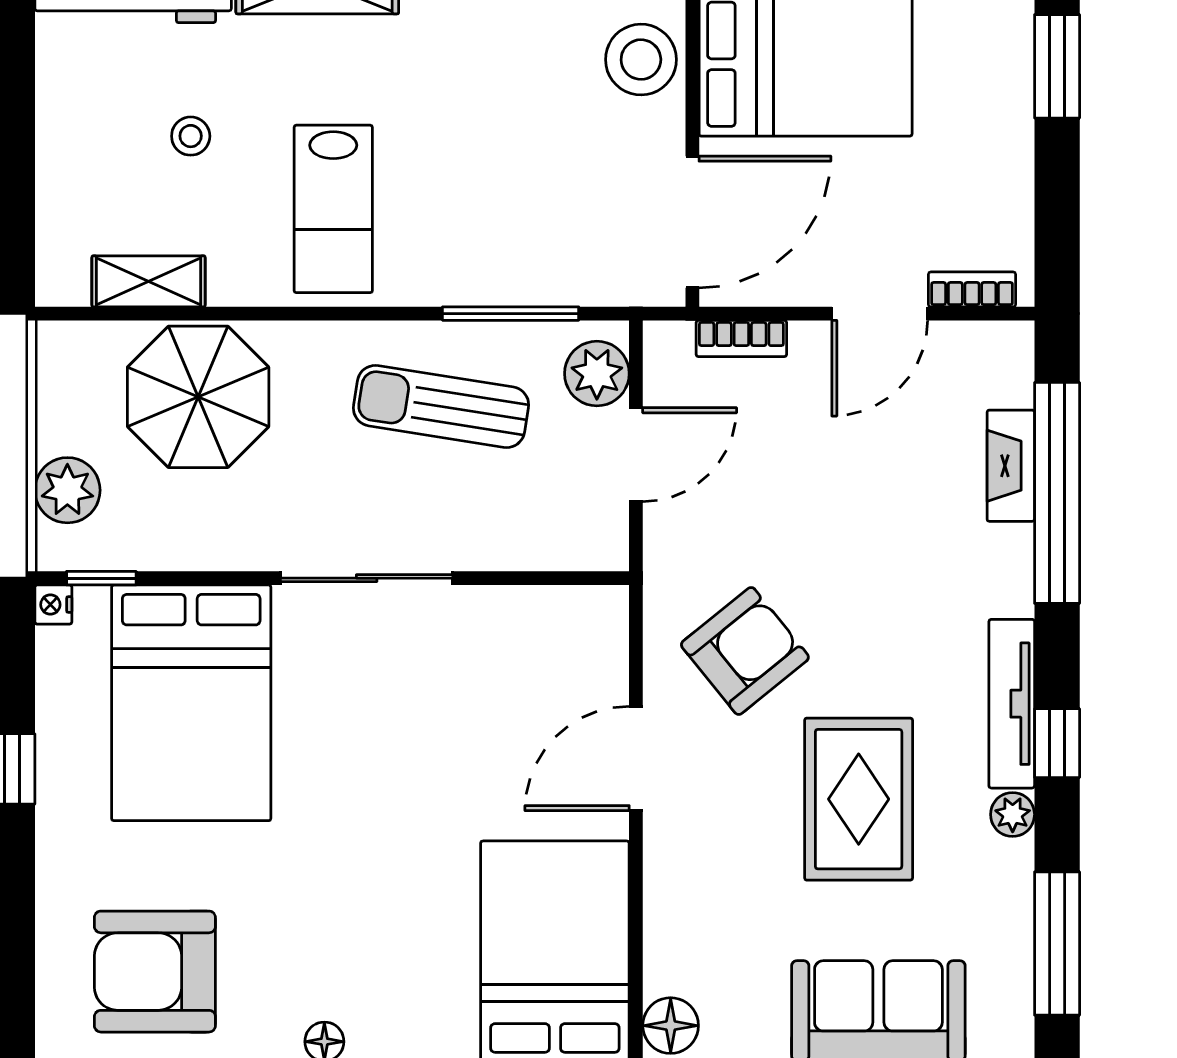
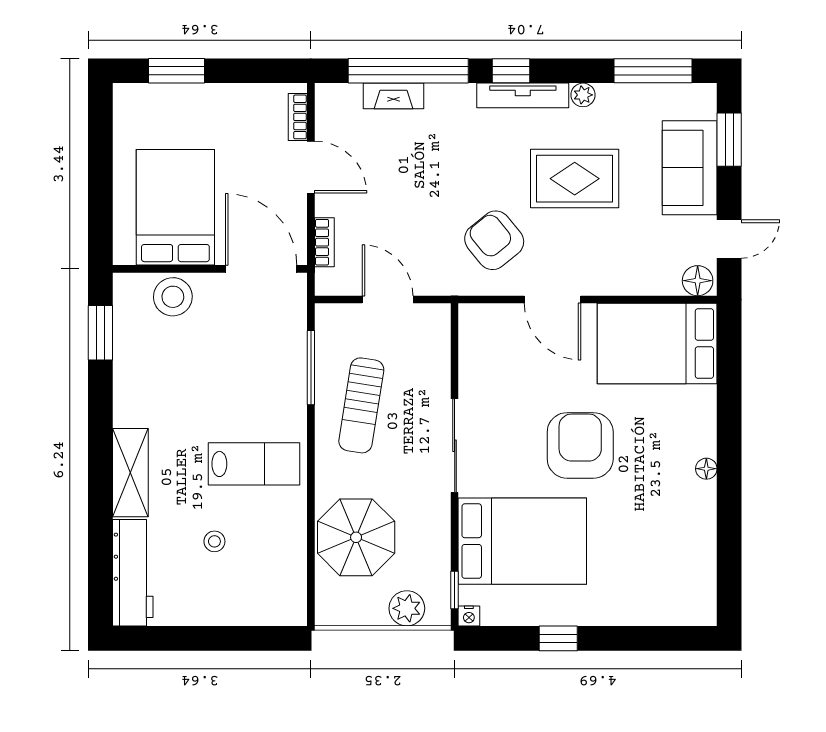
shelving: (149, 281) -> (293, 564), removed
plant: (597, 374) -> (343, 321), removed
window: (1057, 743) -> (511, 71), moved
armchair: (155, 972) -> (580, 445), moved, turned 180

